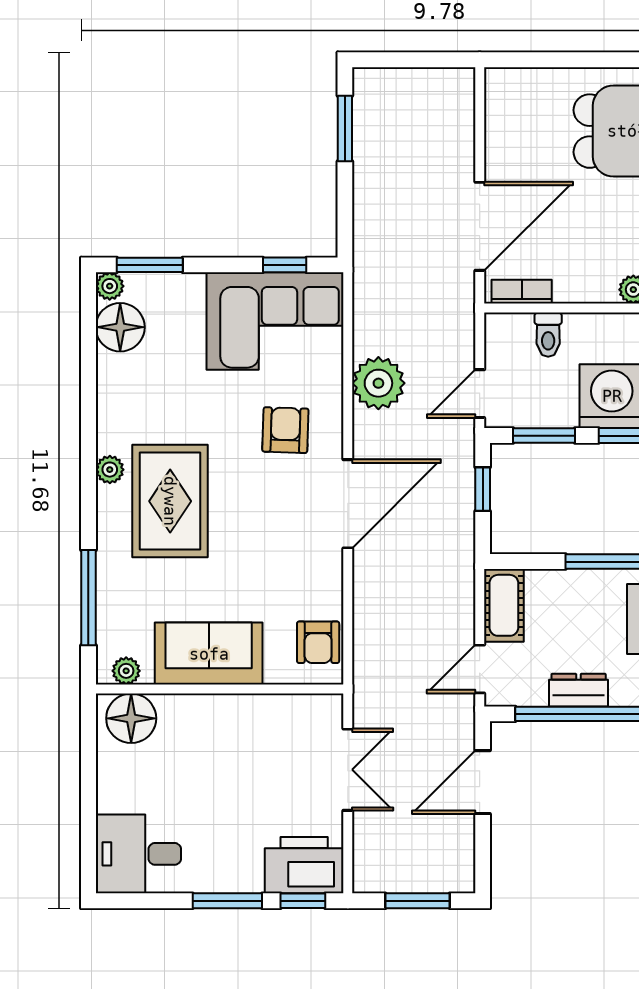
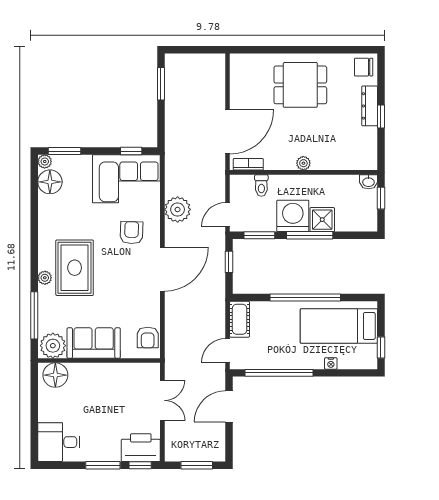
plant: (110, 470) -> (45, 278), moved
plant: (126, 671) -> (53, 346), width x1.88, depth x1.88
dresser: (579, 690) -> (276, 361), removed

